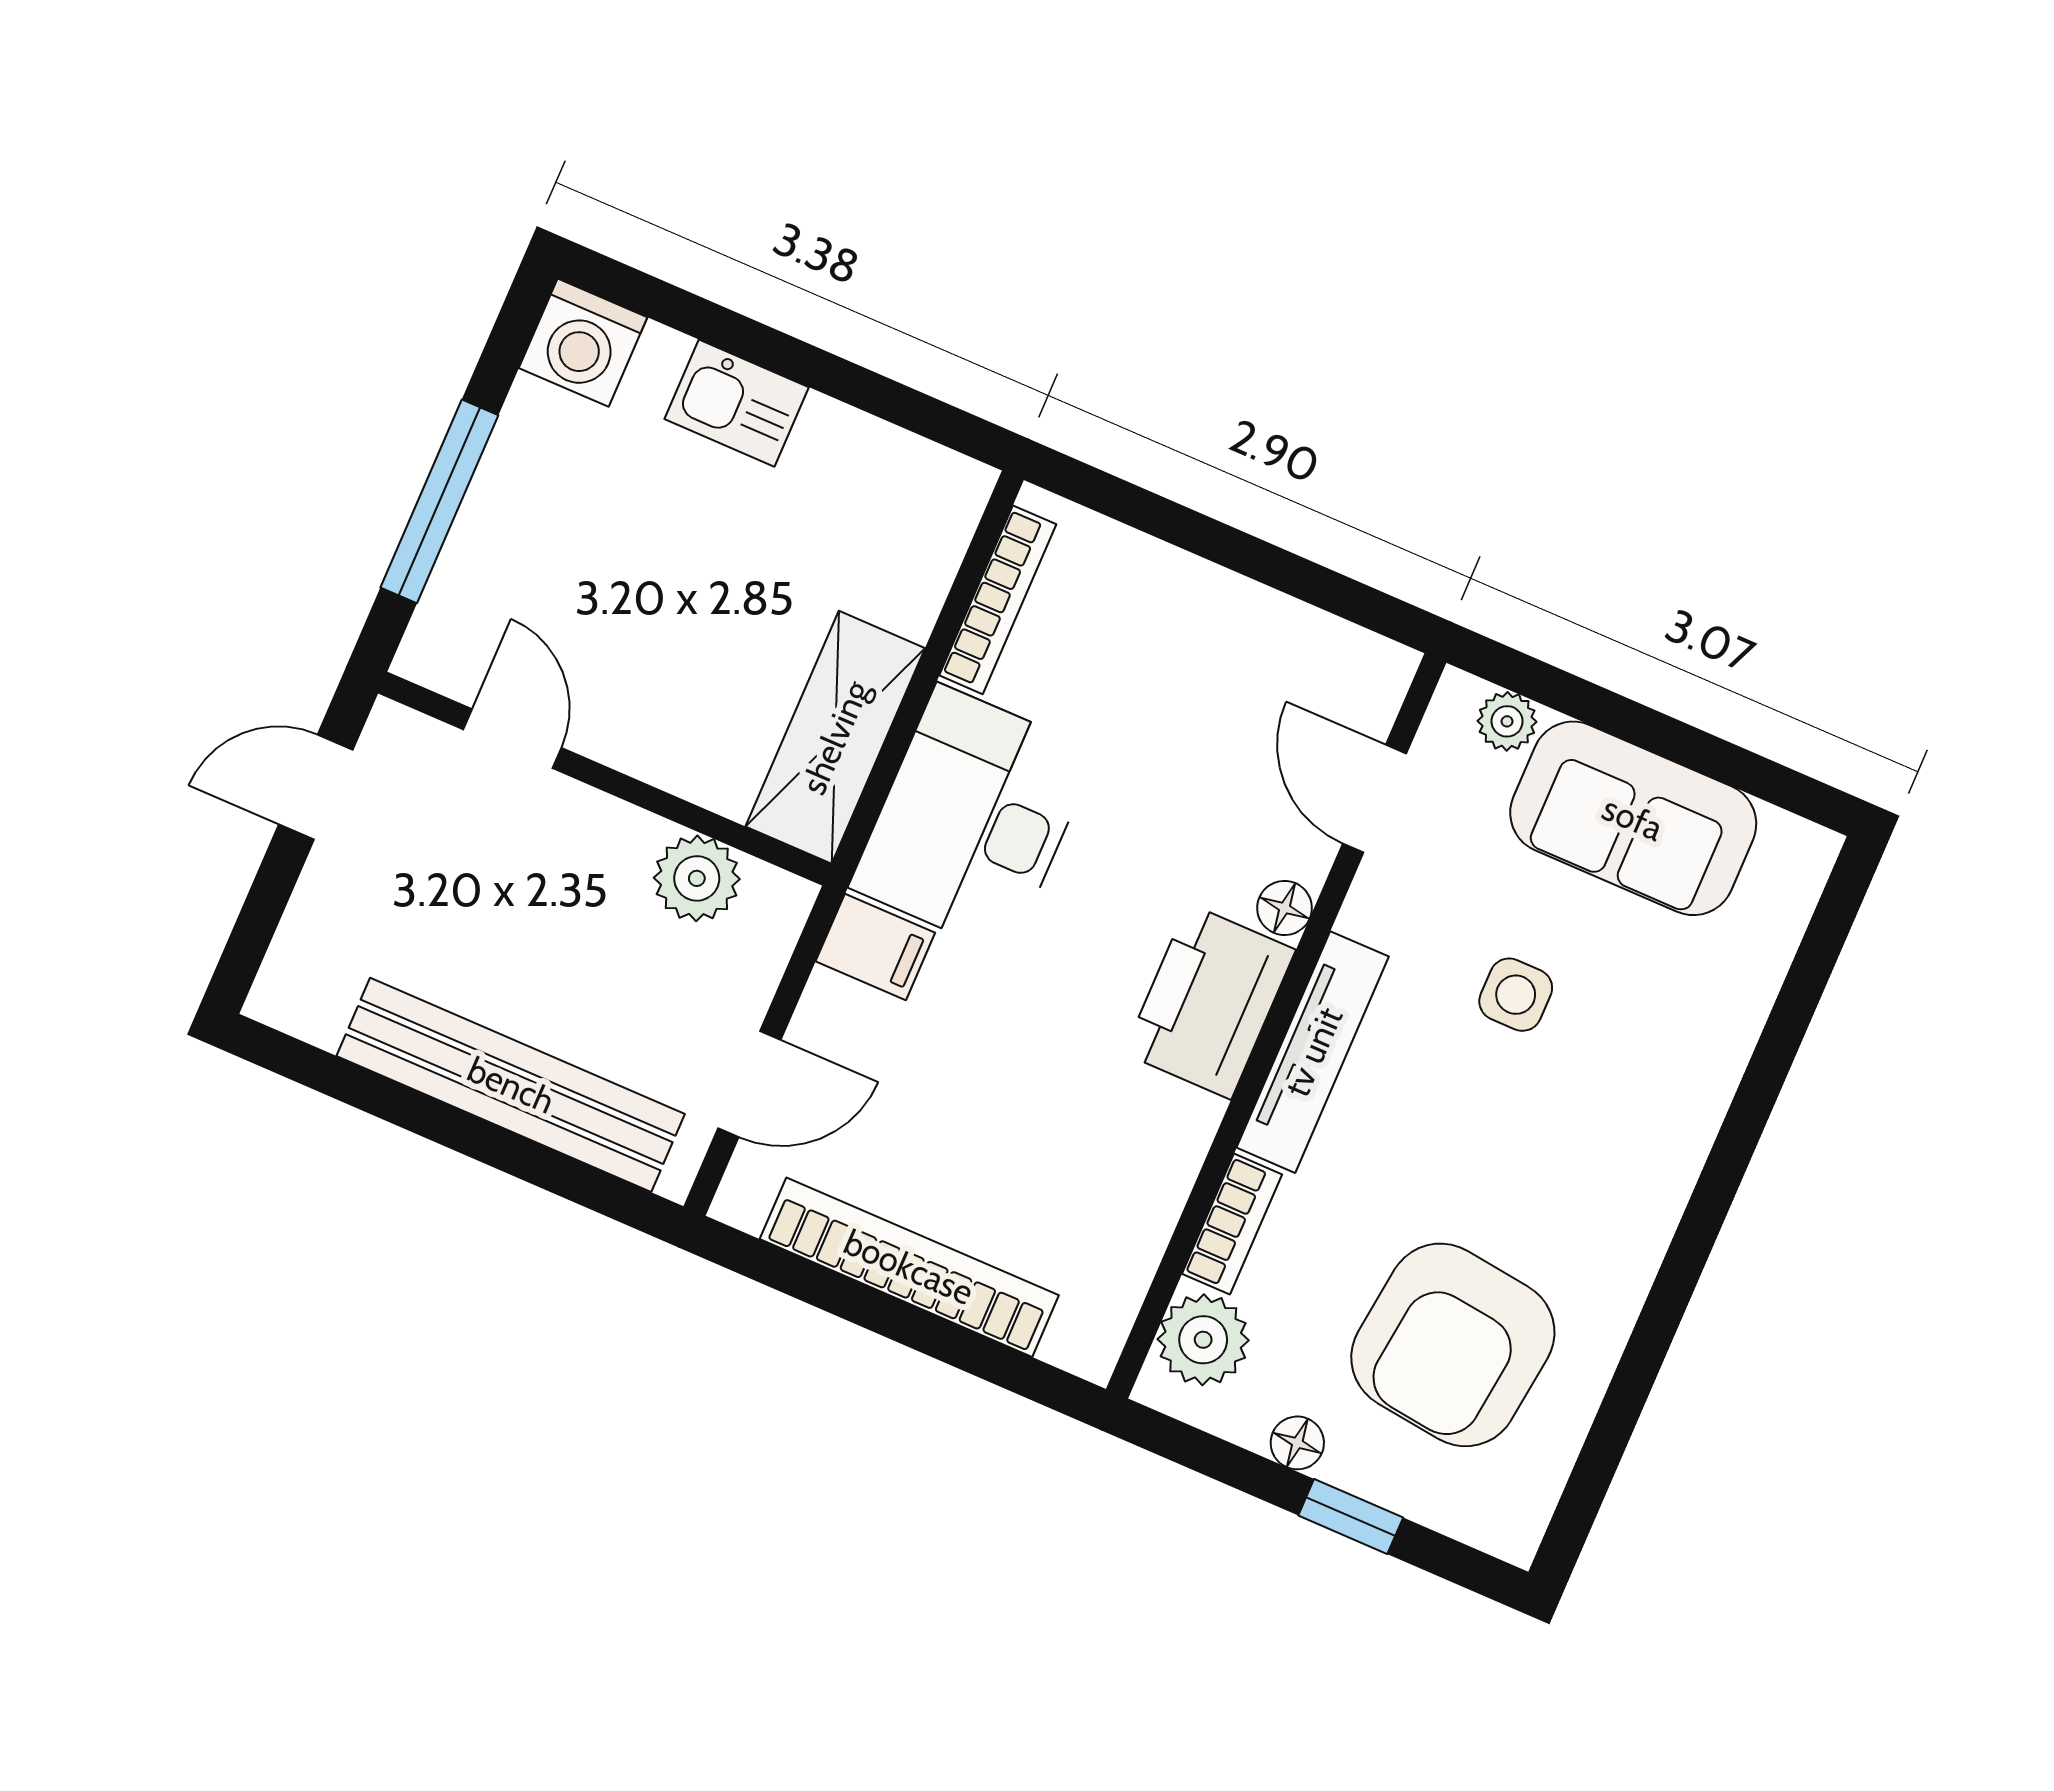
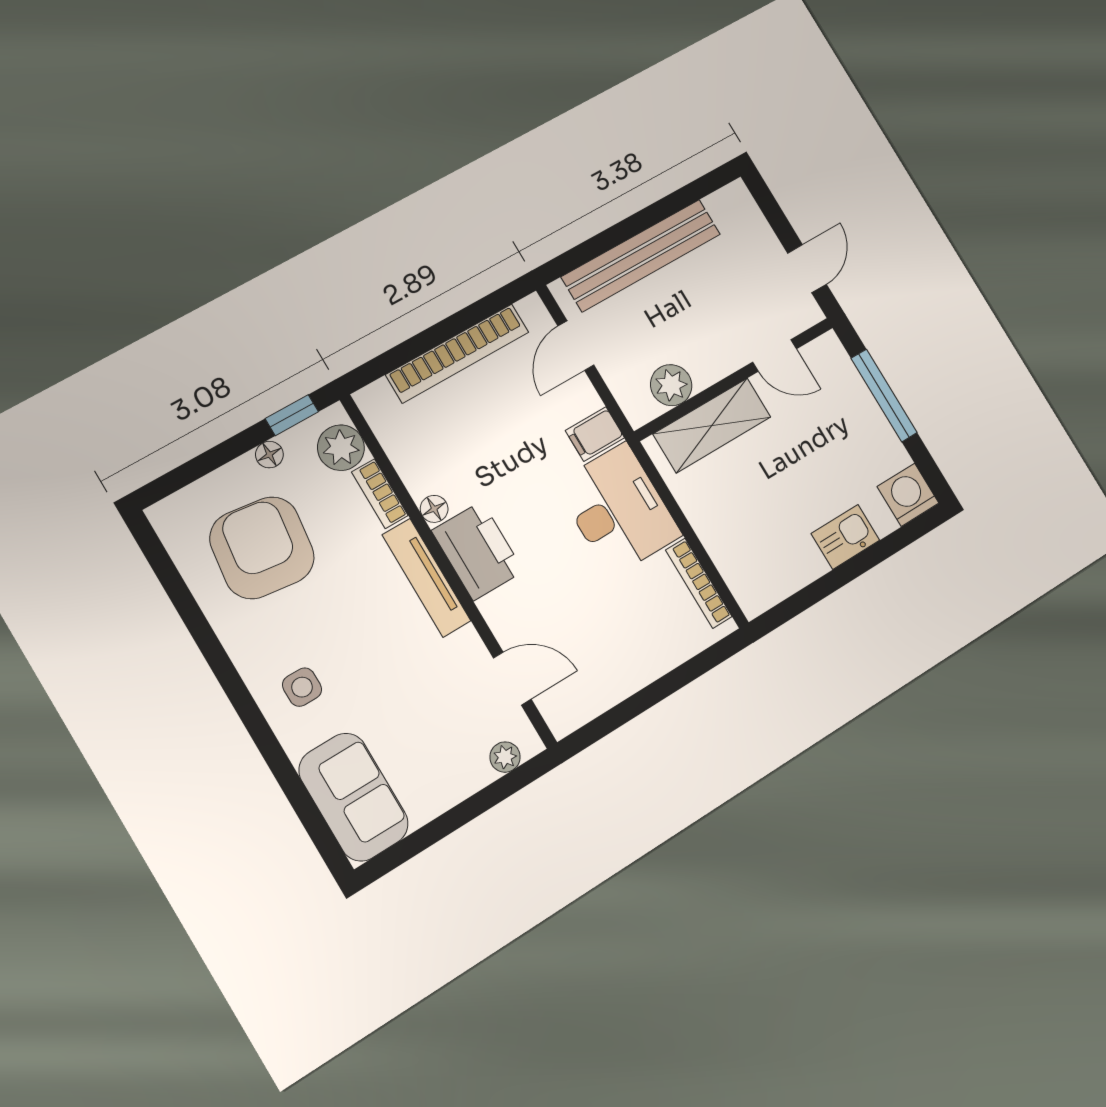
shelving: (835, 737) -> (712, 425), moved, turned 90
sofa: (1633, 818) -> (354, 797), moved, turned 90
floor lamp: (1285, 908) -> (434, 509), moved
side table: (1516, 995) -> (302, 687), moved
window: (1351, 1517) -> (292, 415), moved

